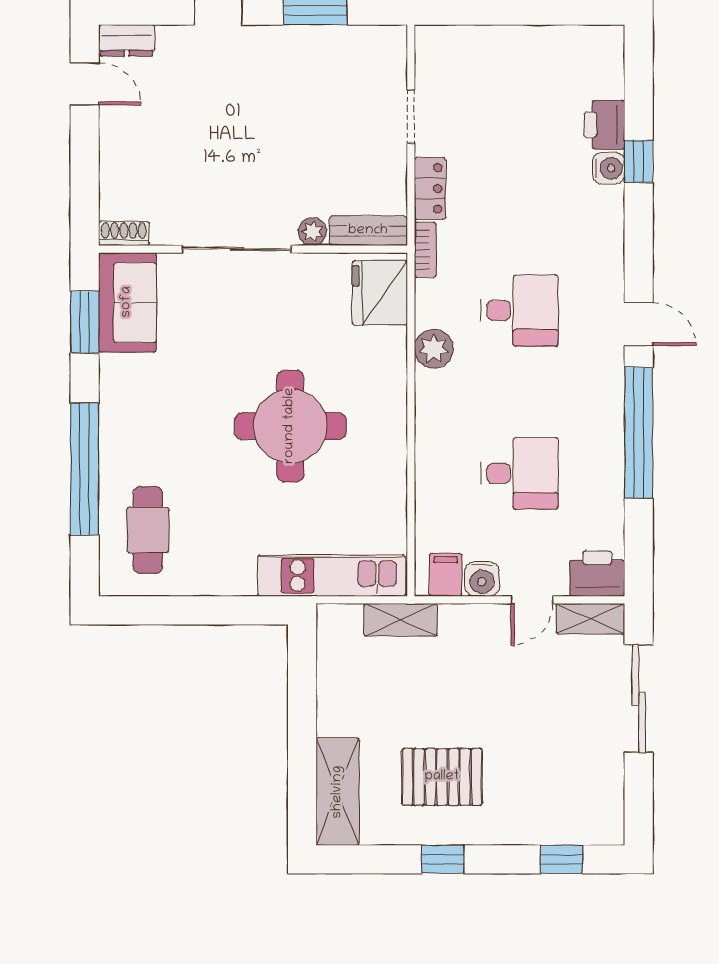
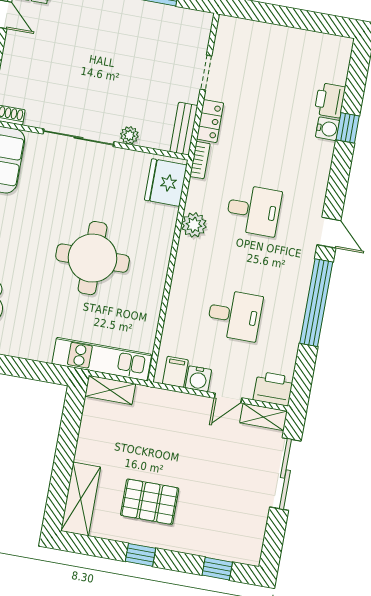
bench: (368, 231) -> (184, 129), moved, turned 90
shelving: (401, 620) -> (110, 390), moved

